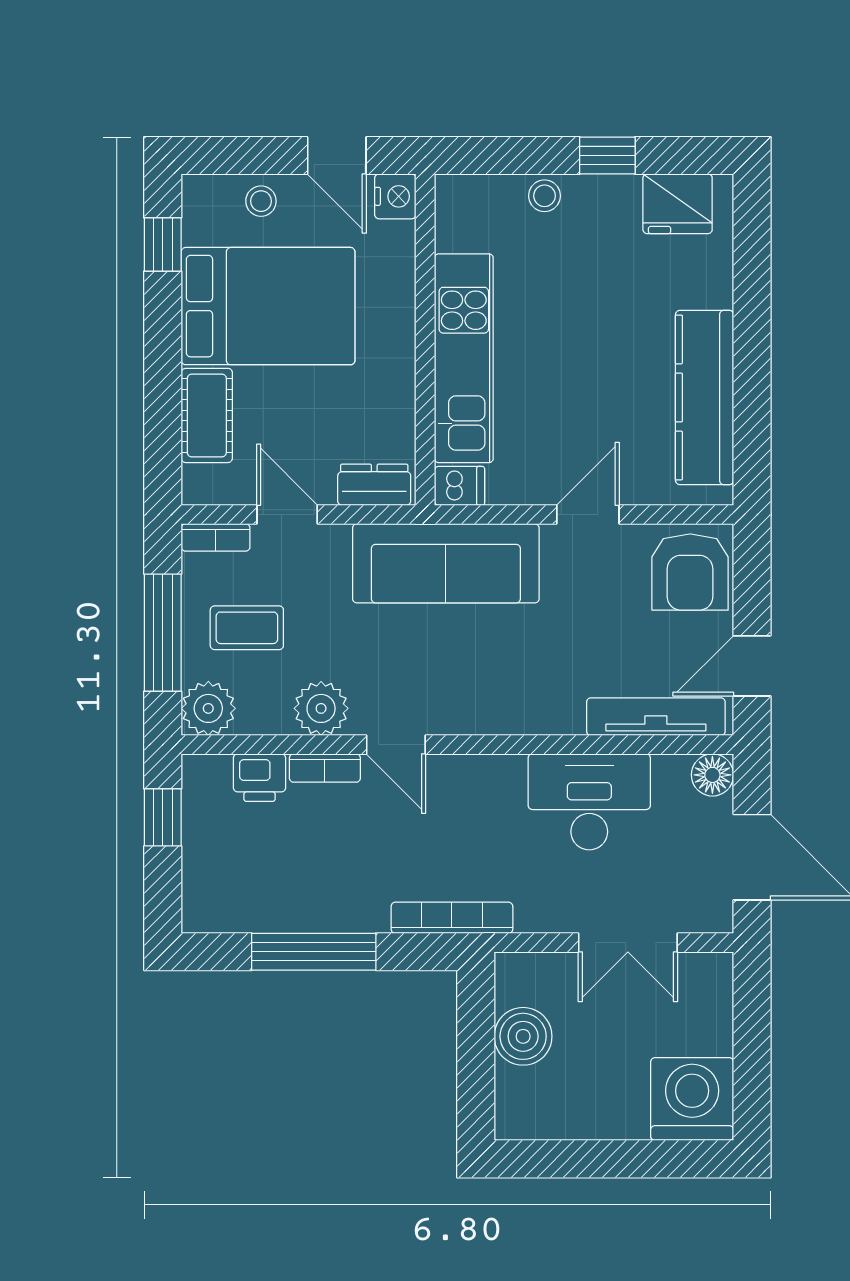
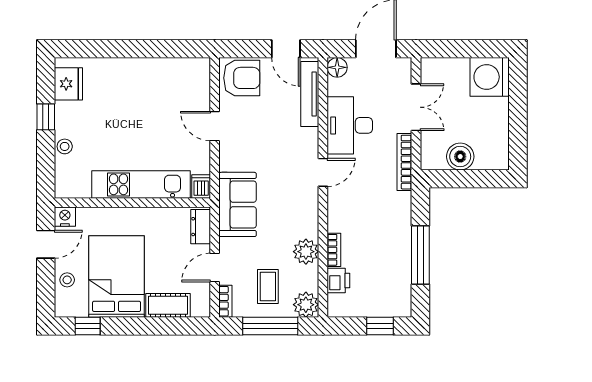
kitchen counter: (705, 397) -> (160, 71), removed
sofa: (446, 563) -> (238, 204), width x0.73
door: (396, 745) -> (323, 172), moved
window: (163, 817) -> (380, 326), moved
bookcase: (452, 918) -> (404, 162), moved

